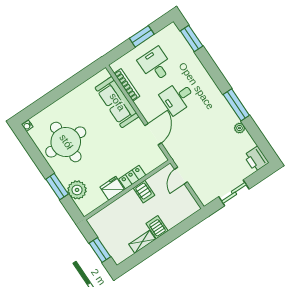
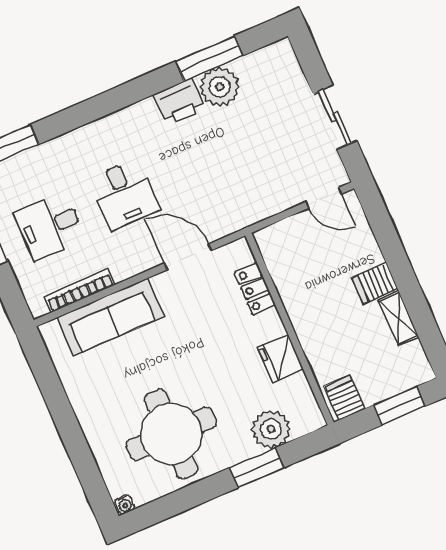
window: (236, 105) -> (209, 58), moved
plant: (240, 128) -> (220, 87), width x1.87, depth x1.87
printer: (256, 159) -> (179, 102), moved
door: (181, 176) -> (324, 198), moved
locker: (132, 177) -> (255, 289), moved
server rack: (144, 192) -> (345, 398), moved, turned -90

